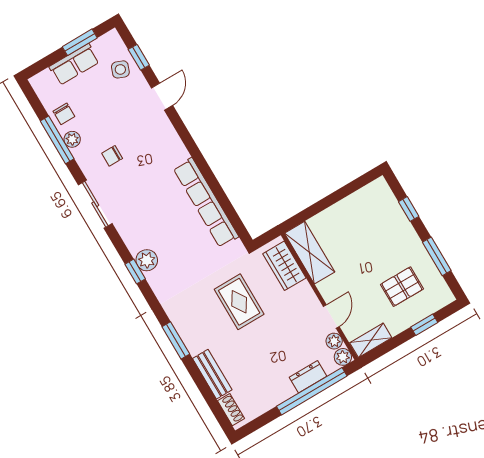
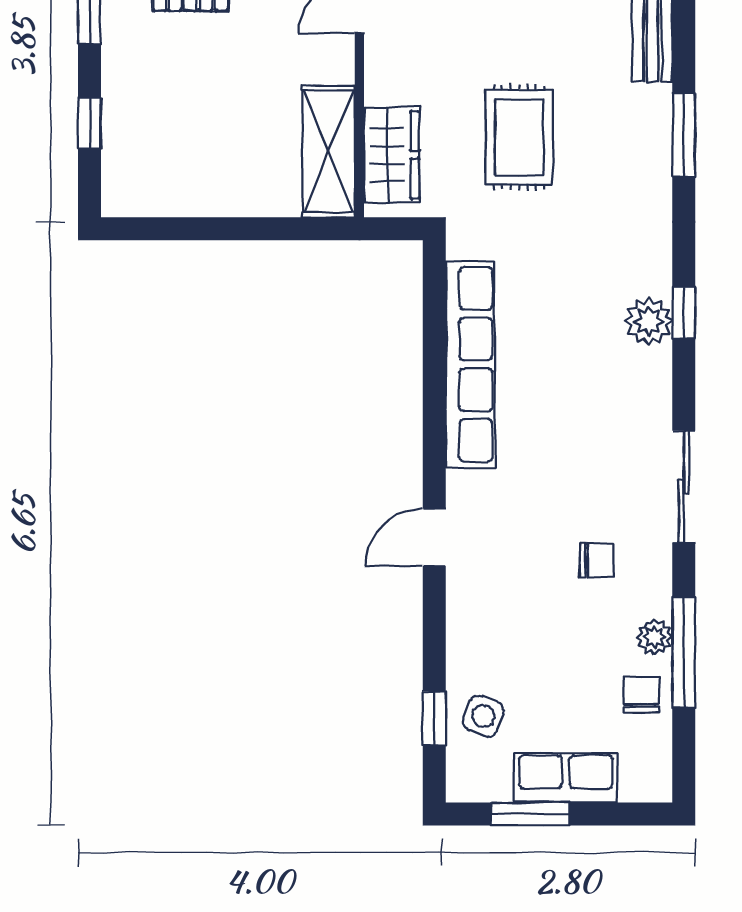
door: (162, 97) -> (434, 537), moved

